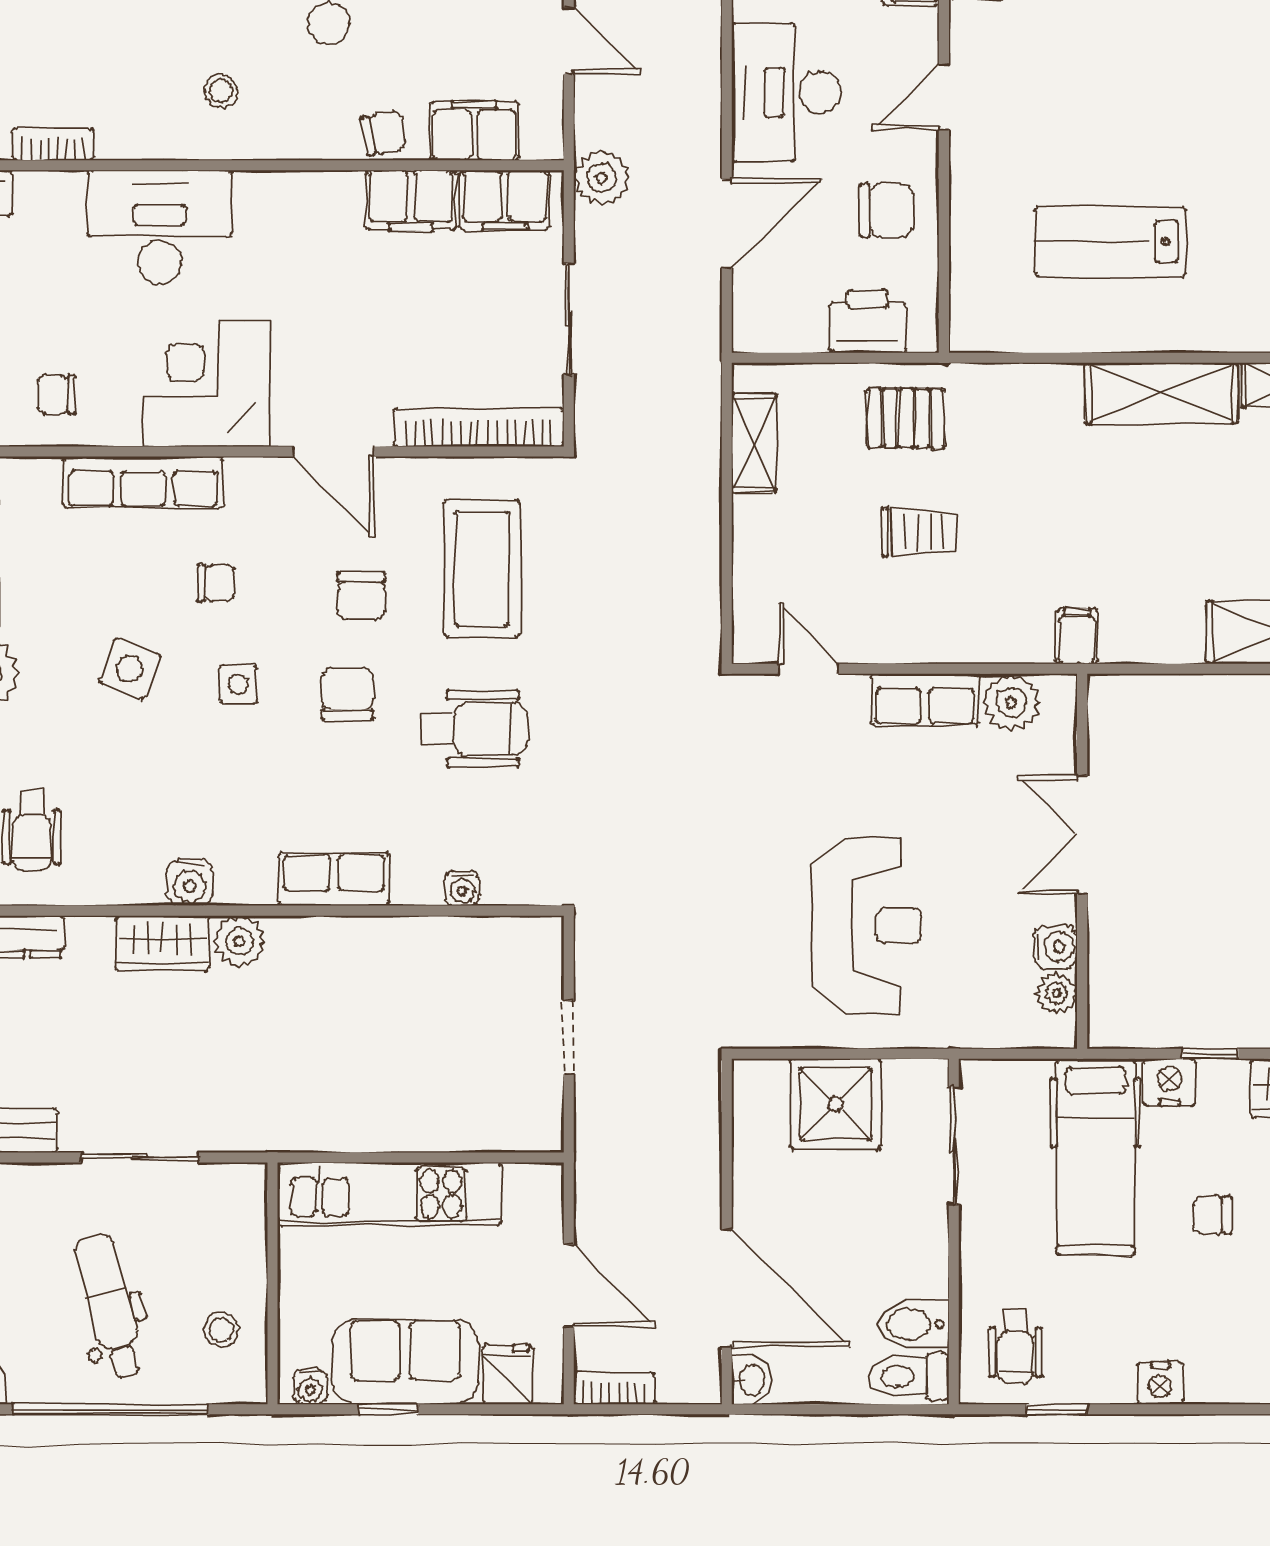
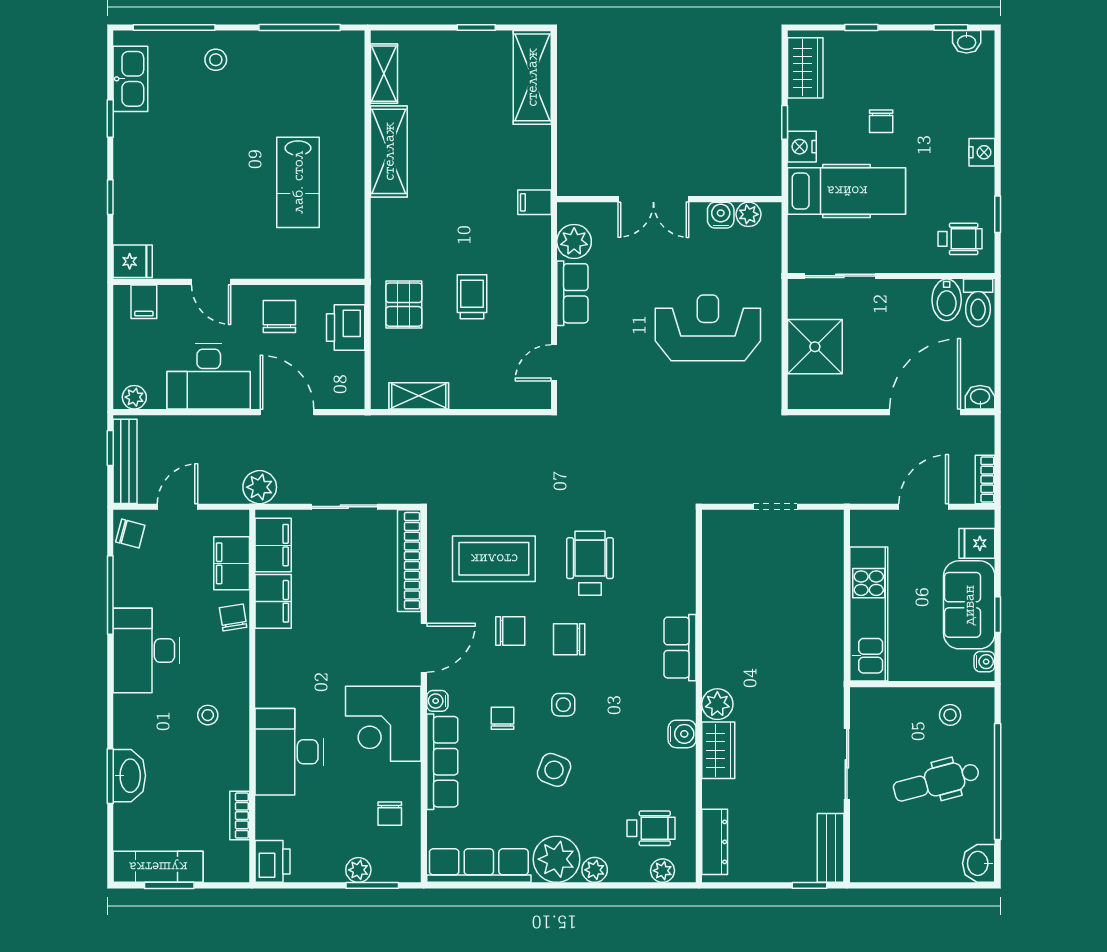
water cooler: (463, 888) -> (437, 701), moved, turned 180

